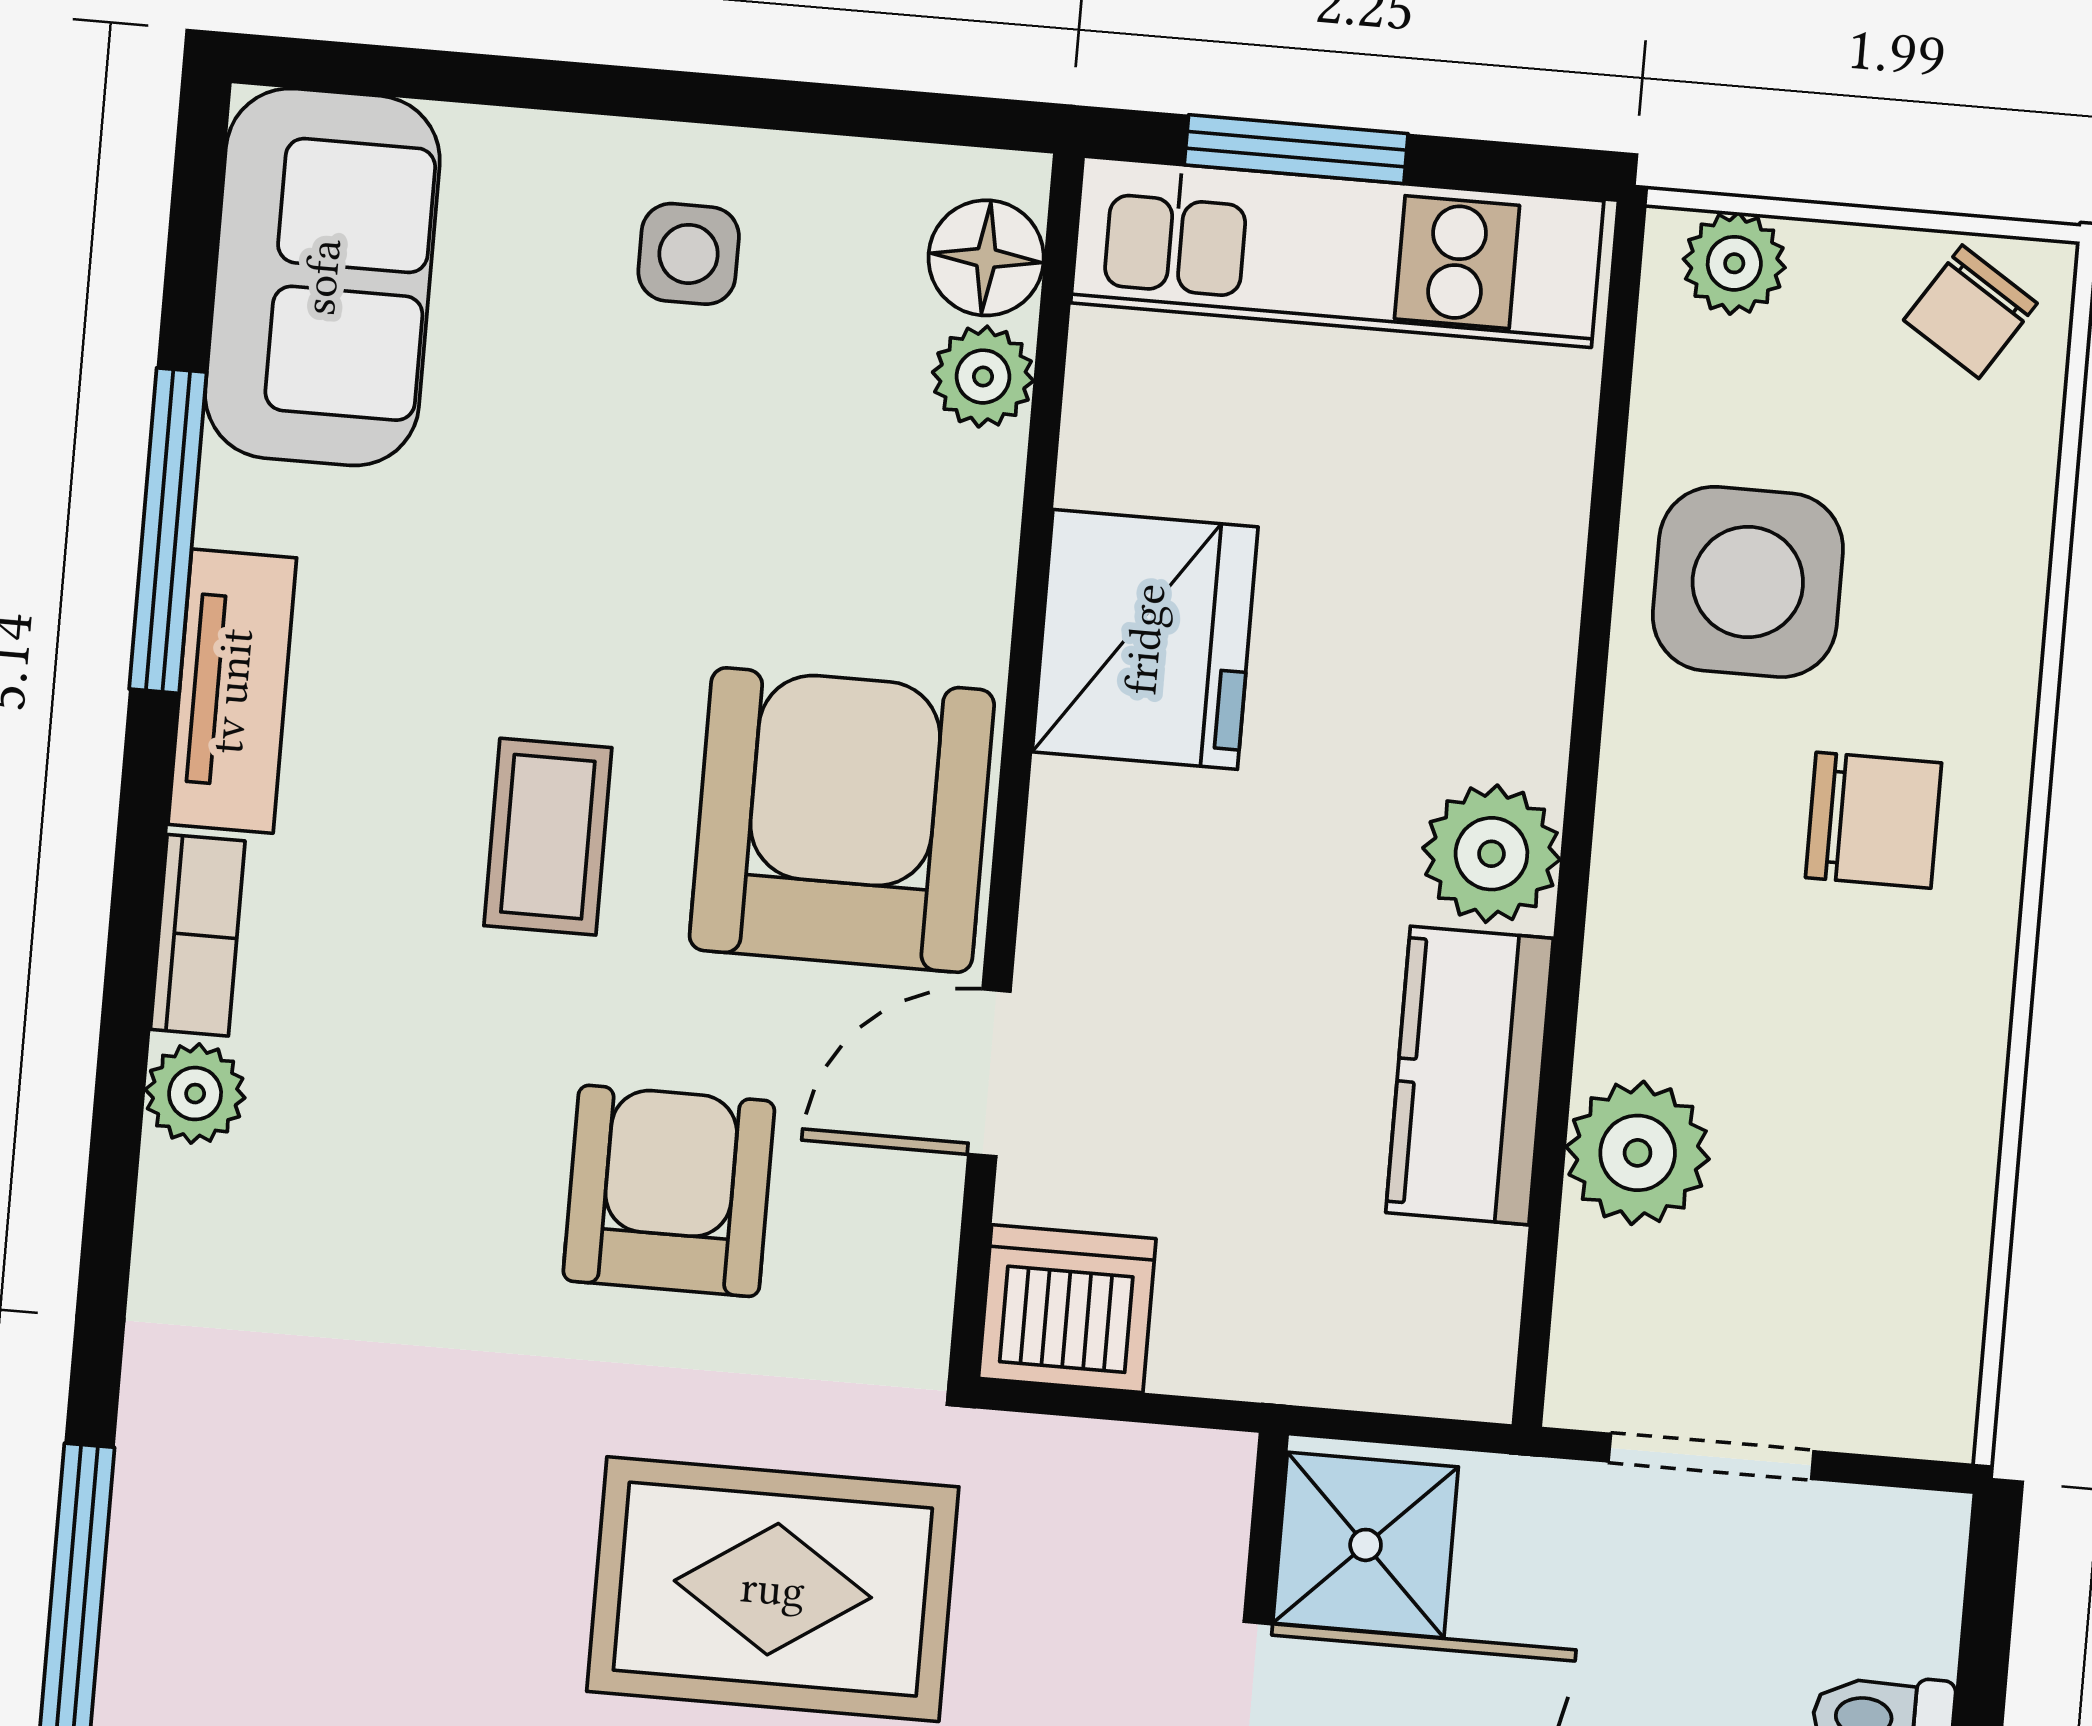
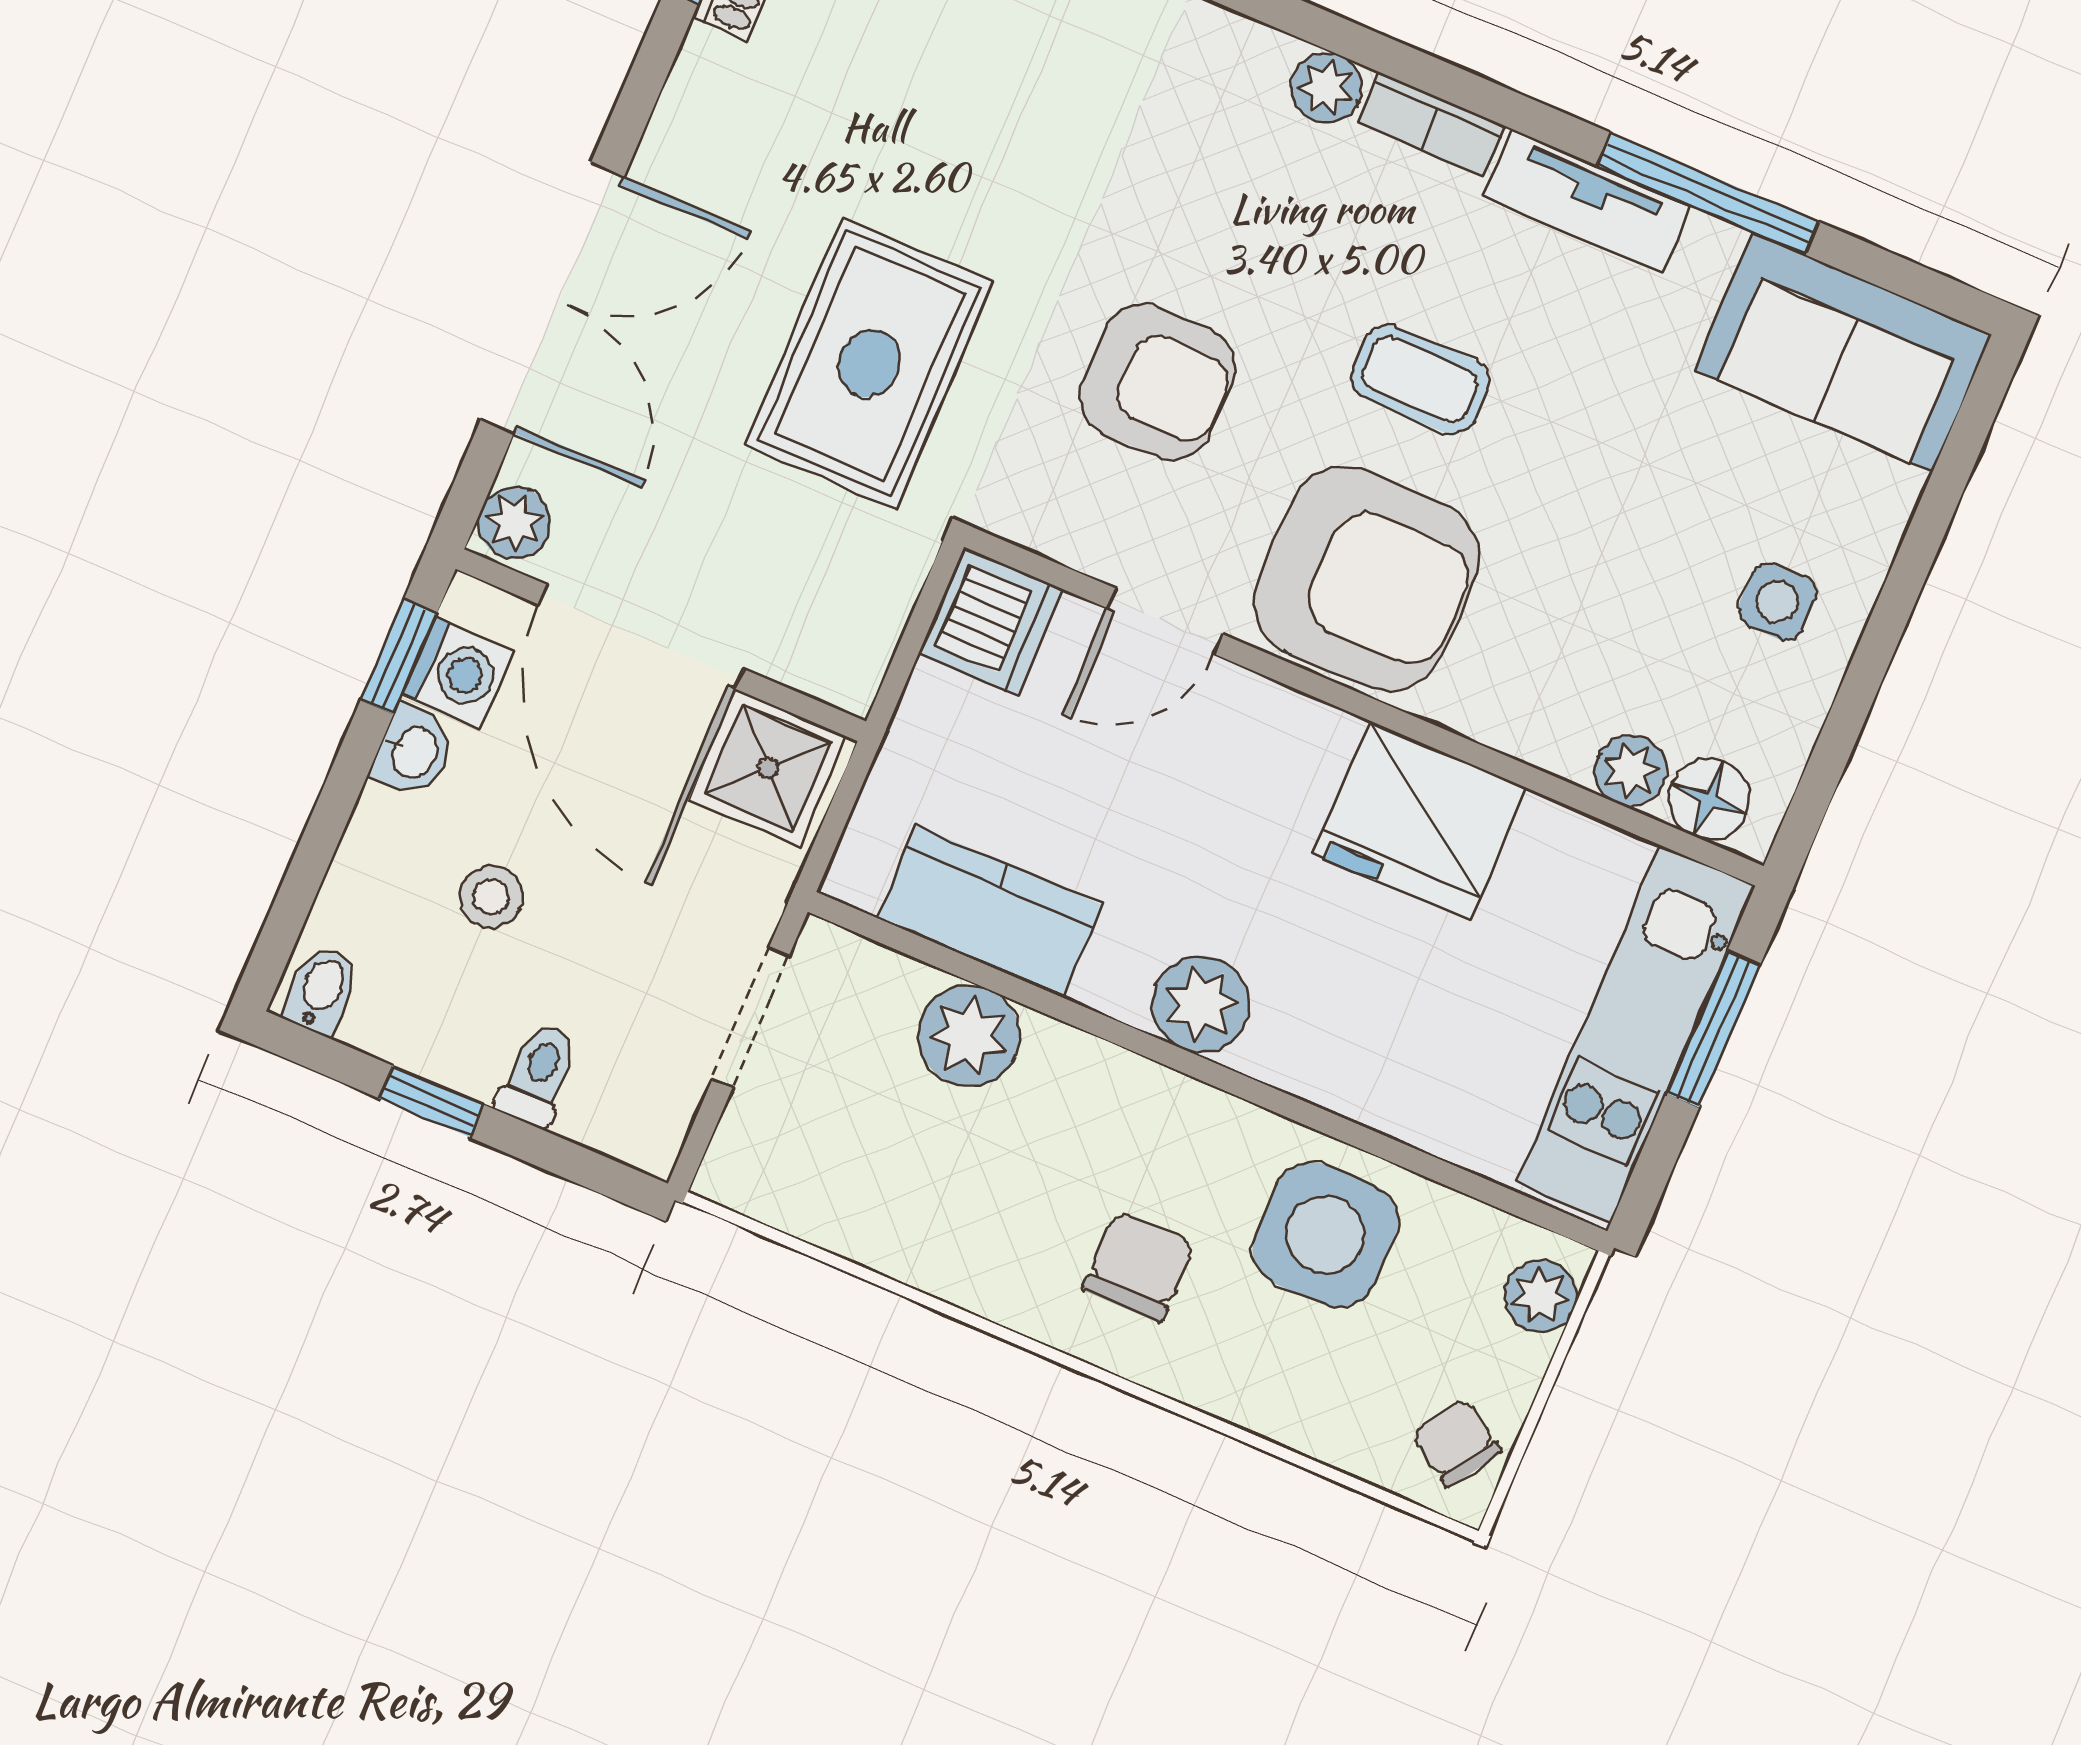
chair: (1874, 820) -> (1139, 1266), turned 180
door: (989, 1073) -> (1165, 621), swing flipped
kitchen counter: (1470, 1075) -> (989, 911), moved

